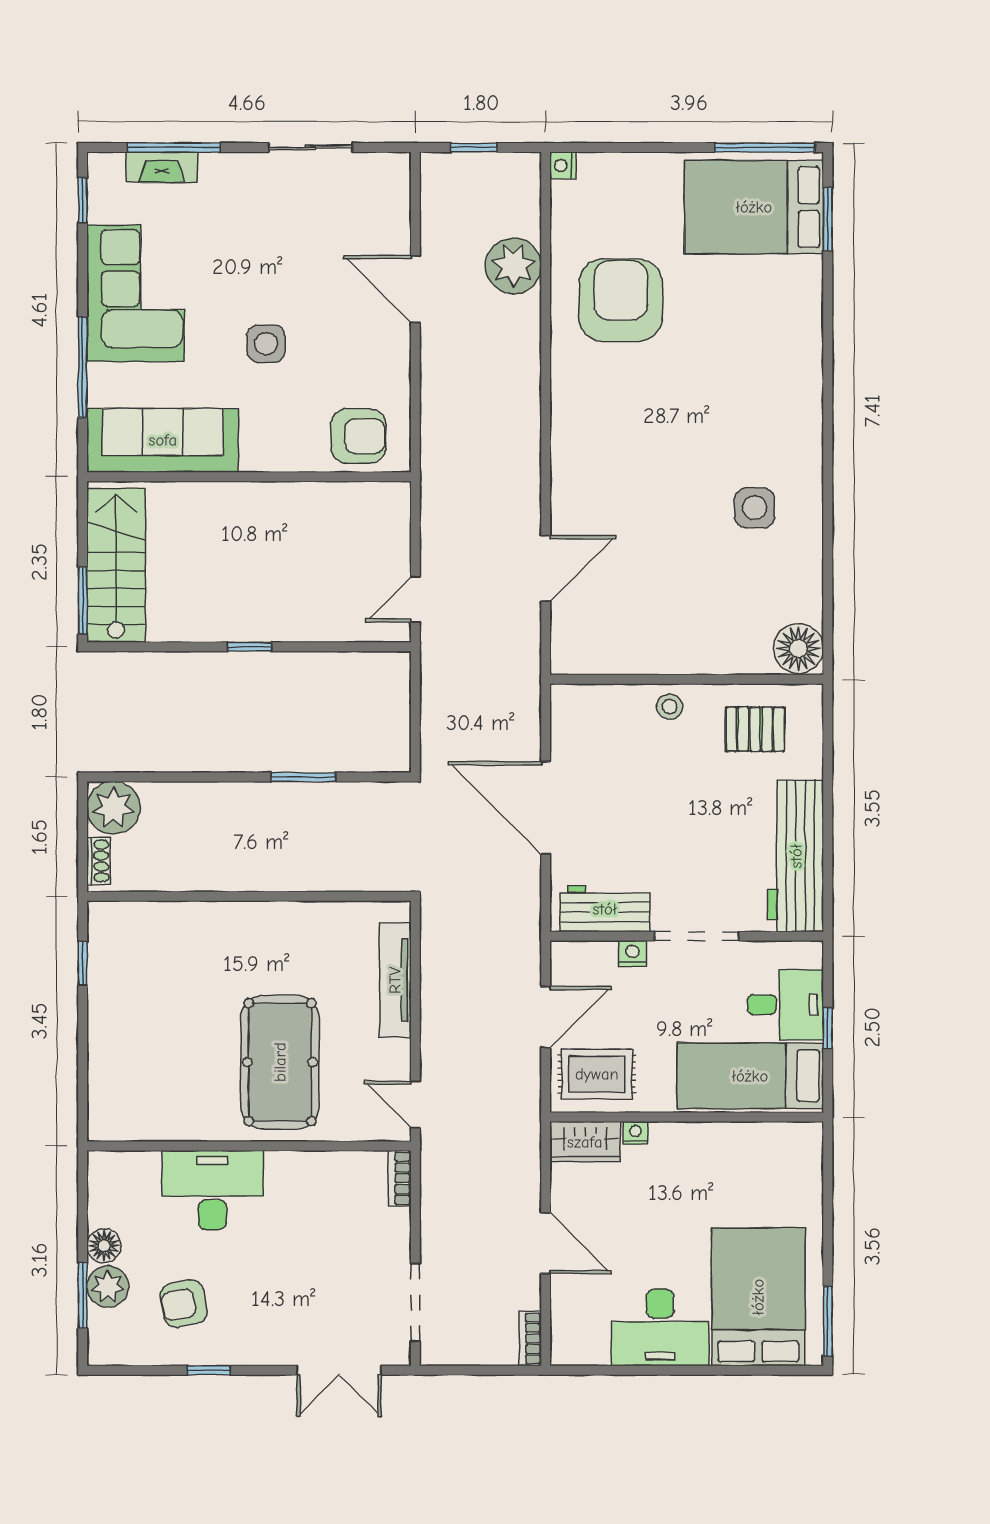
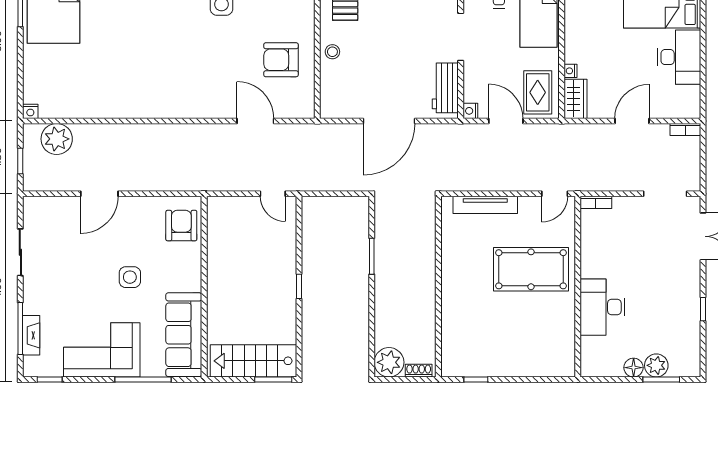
plant: (513, 266) -> (57, 139), moved
armchair: (621, 300) -> (281, 60), moved, width x0.73, depth x0.73
nightstand: (632, 953) -> (470, 111), moved
armchair: (184, 1304) -> (666, 323), removed

